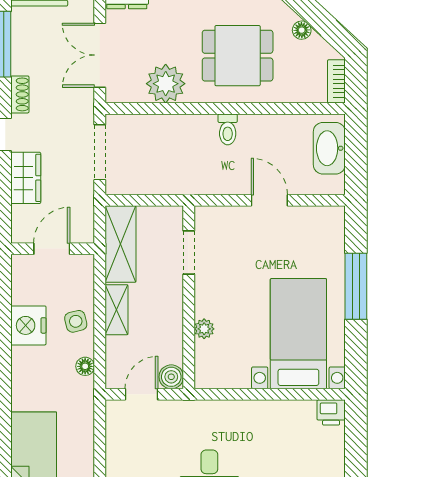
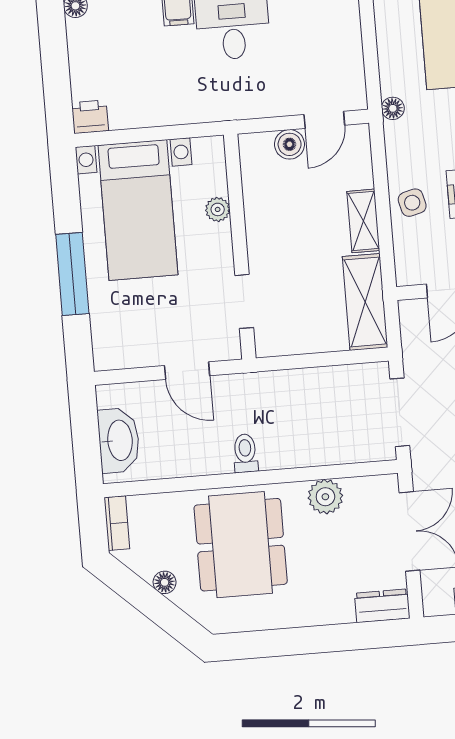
dining table: (238, 56) -> (241, 545), width x1.38
plant: (166, 84) -> (325, 497), width x0.73, depth x0.73
doorway: (189, 252) -> (244, 301), moved
wall: (189, 297) -> (240, 247), moved
plant: (204, 329) -> (218, 209), moved
floor lamp: (85, 366) -> (393, 108), moved

